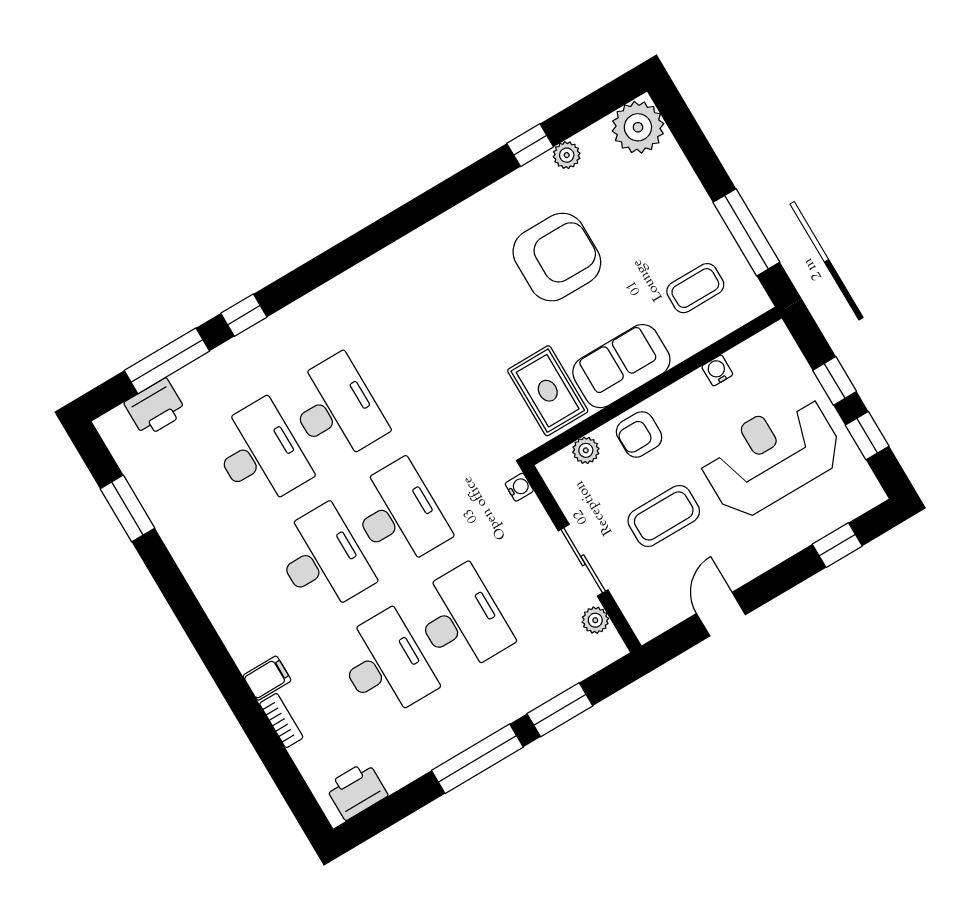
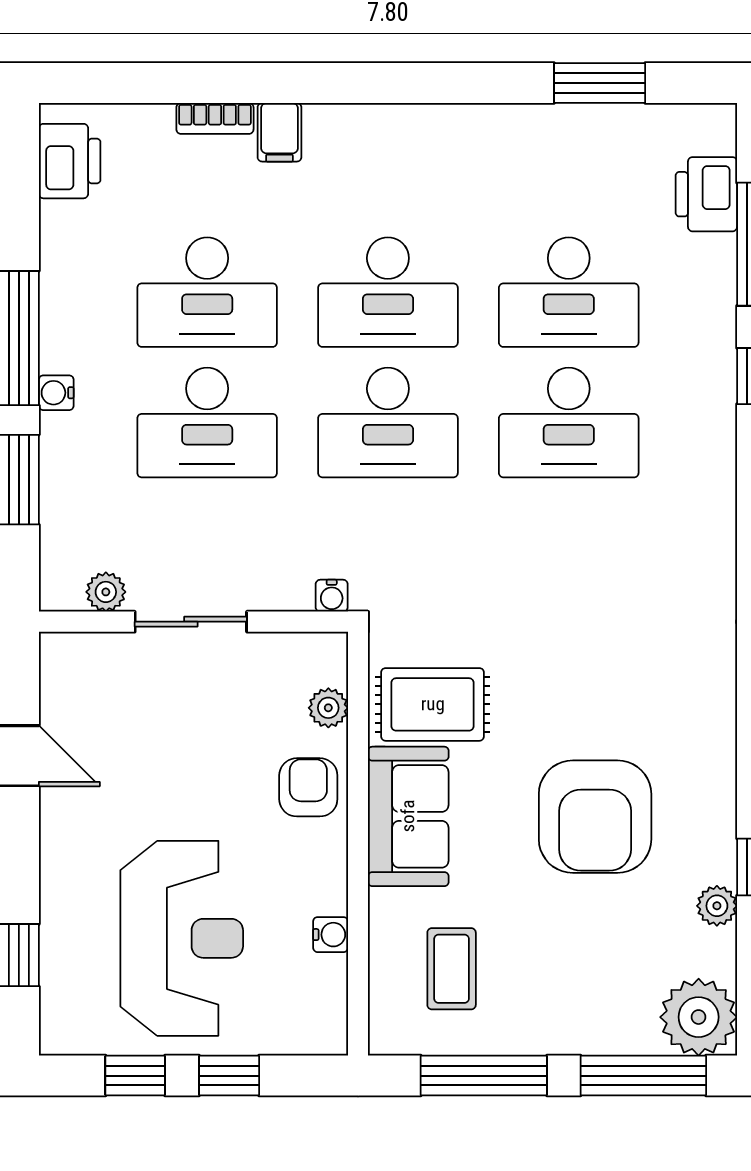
window: (691, 139) -> (643, 1076), added
coffee table: (664, 516) -> (186, 757), removed
water cooler: (496, 718) -> (56, 393), added

